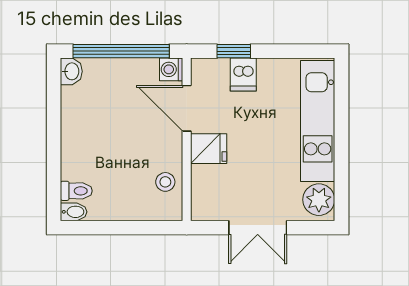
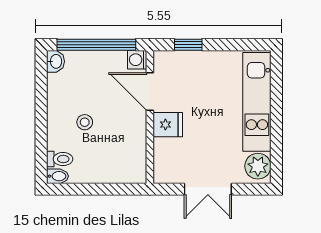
dishwasher: (243, 74) -> (196, 64), removed
stool: (165, 182) -> (85, 122), moved

